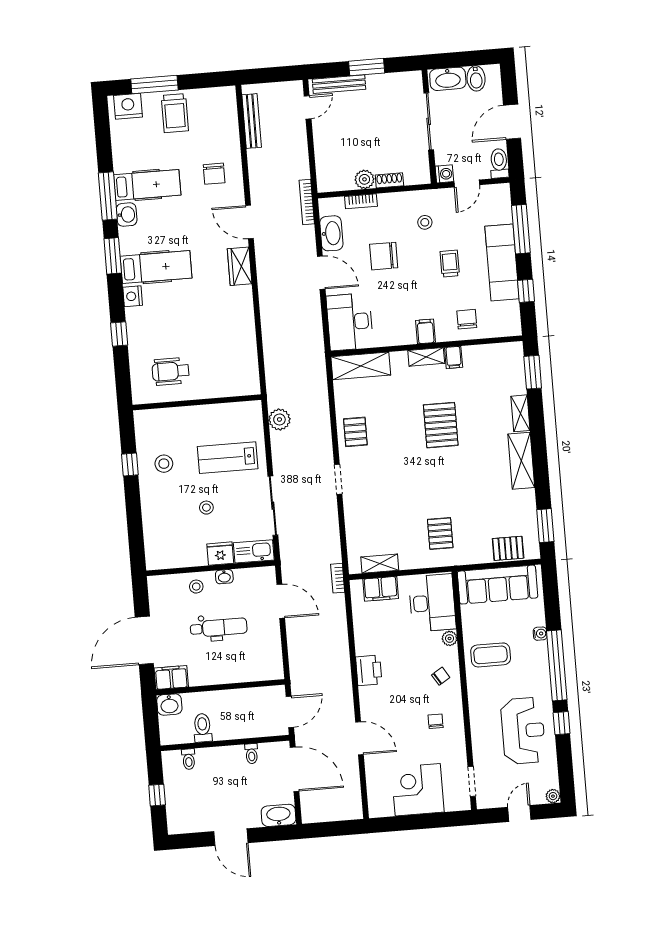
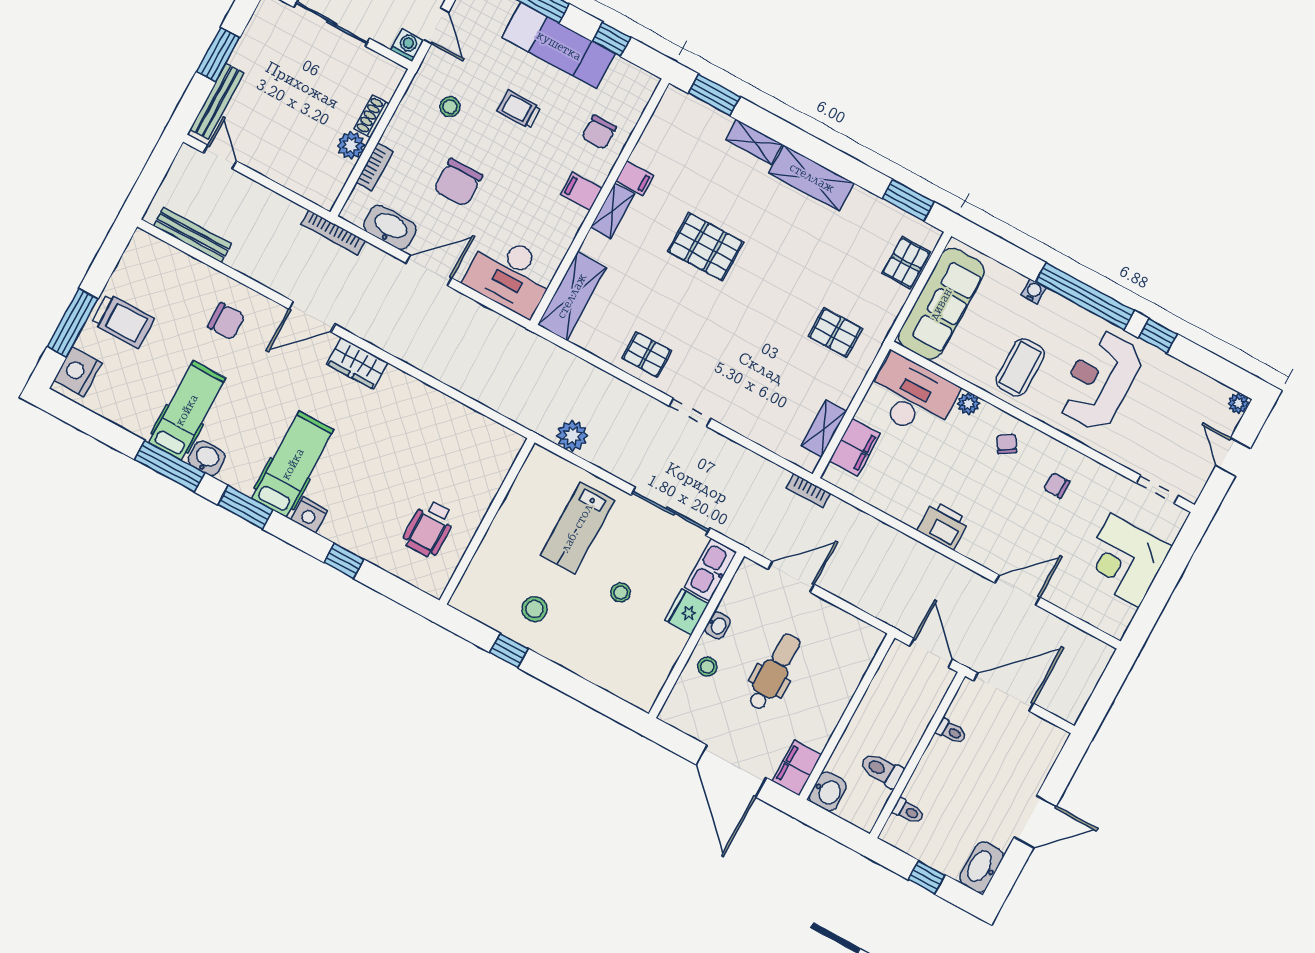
chair: (467, 319) -> (599, 132), turned -90
reception desk: (523, 731) -> (1100, 380), moved, turned -90
washbasin: (279, 815) -> (981, 867), moved

